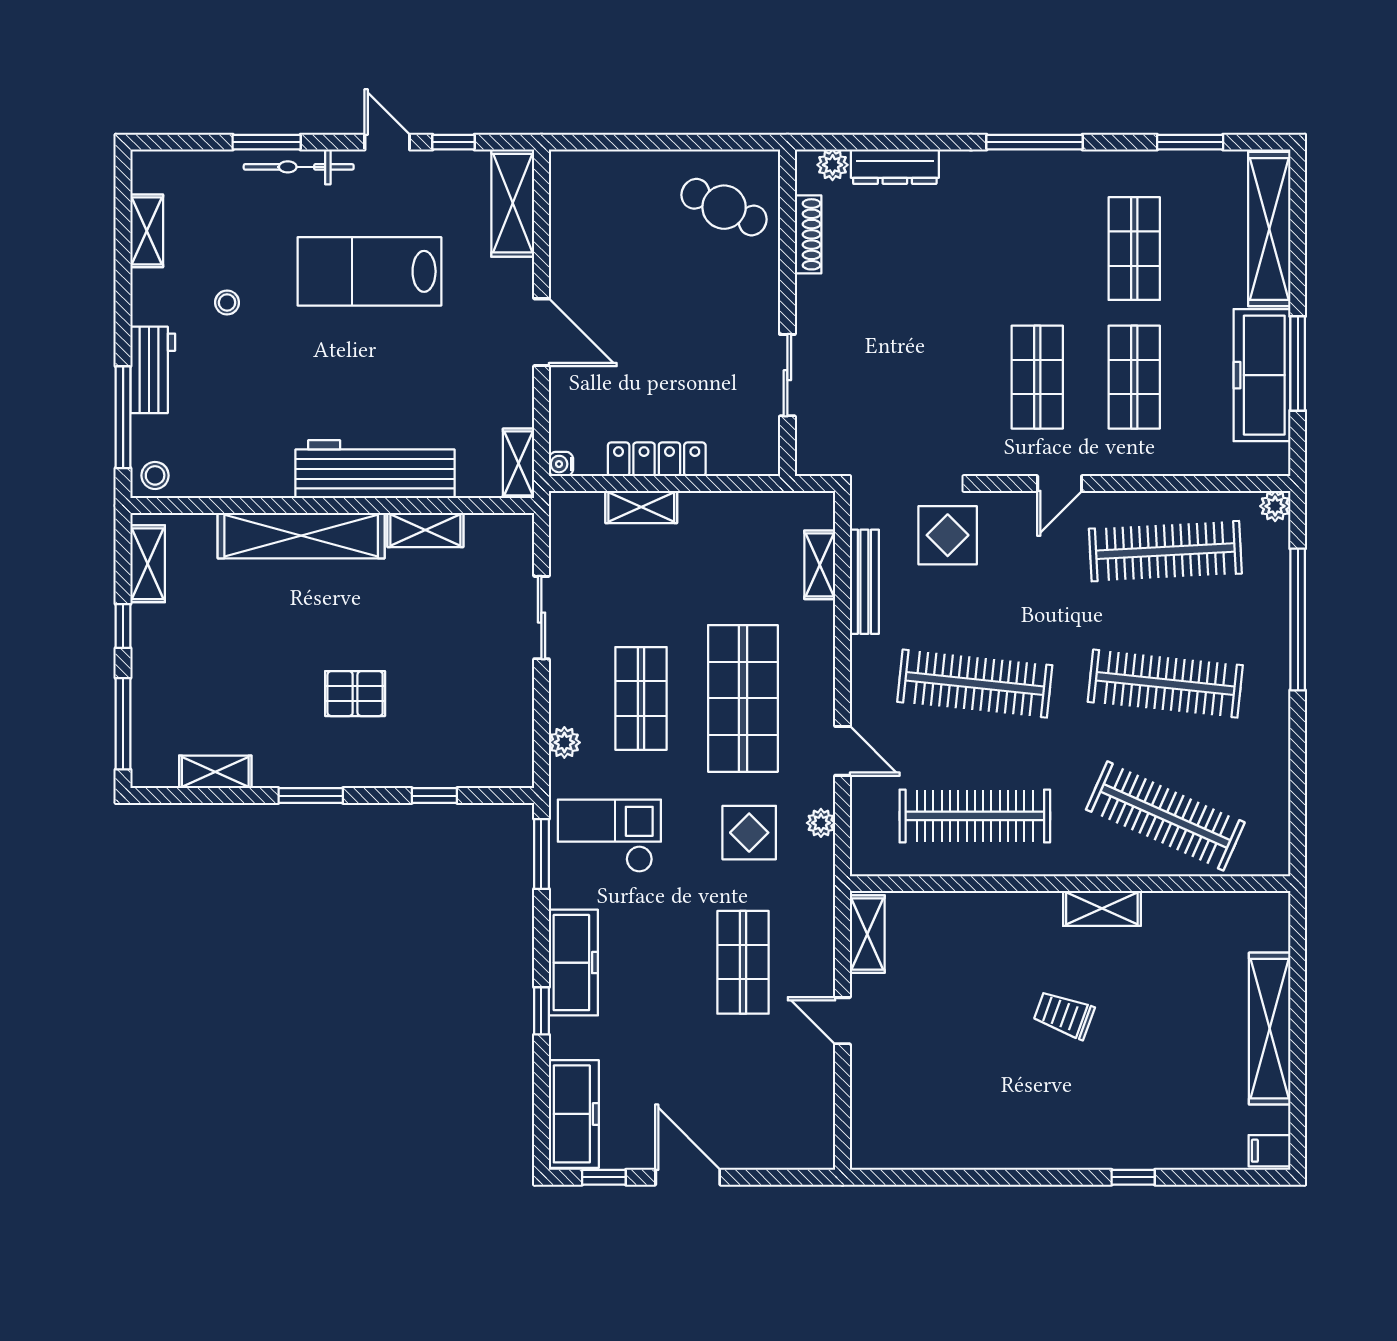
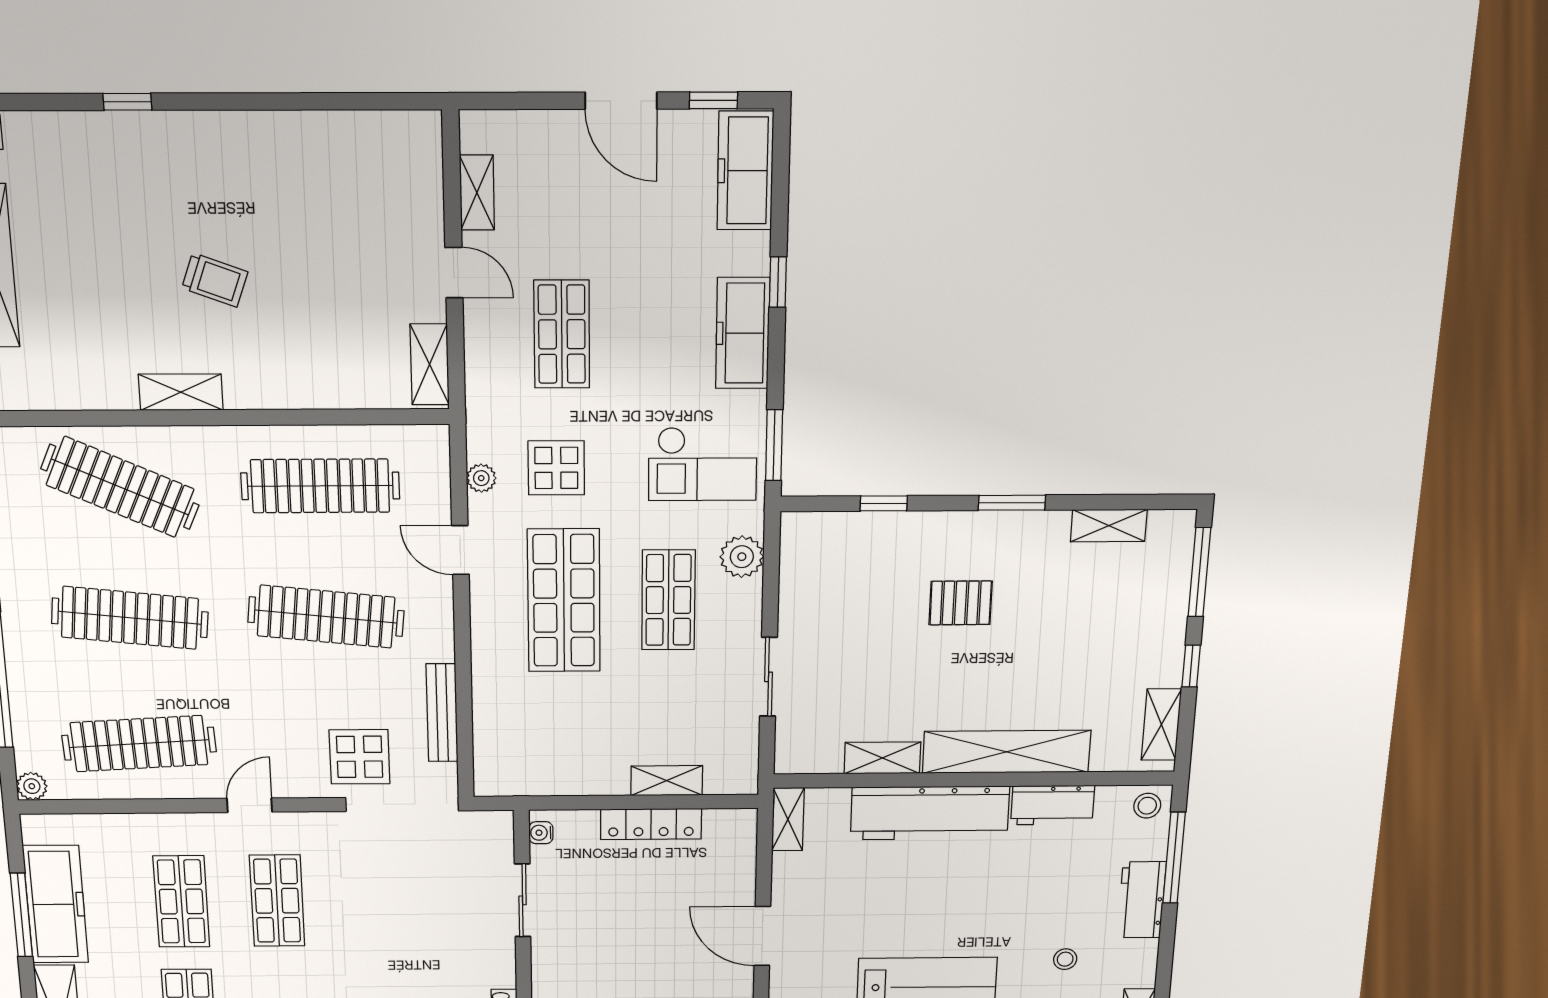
water cooler: (561, 464) -> (541, 833), moved, turned 180
workbench: (251, 477) -> (1053, 805), added
shelving: (820, 565) -> (477, 193), moved
plant: (564, 742) -> (742, 557), width x1.38, depth x1.38

